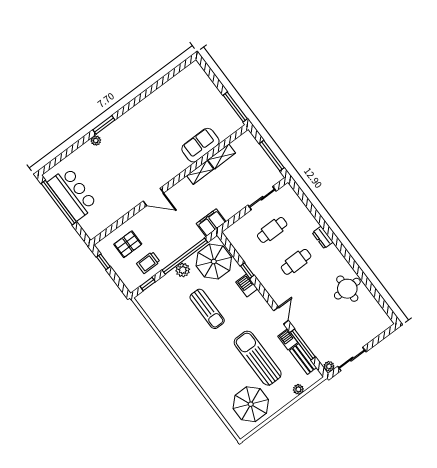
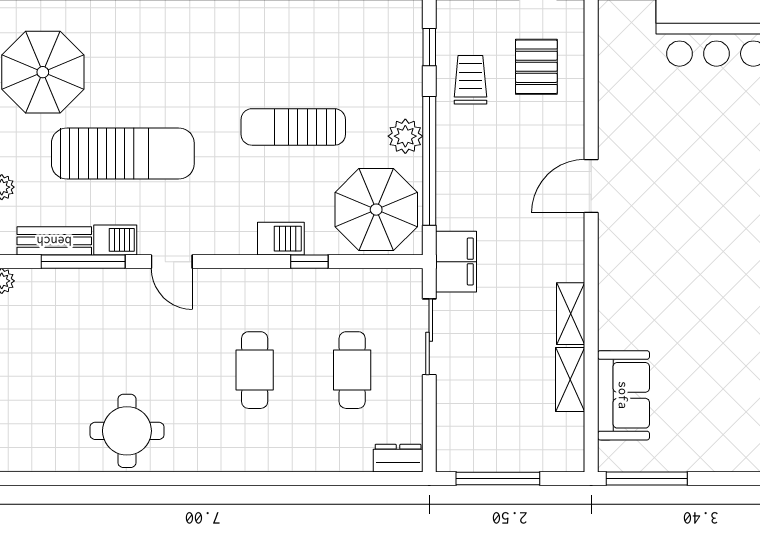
sofa: (200, 145) -> (623, 395), moved
sliding door: (262, 198) -> (429, 337), moved
dresser: (323, 237) -> (398, 458), moved

